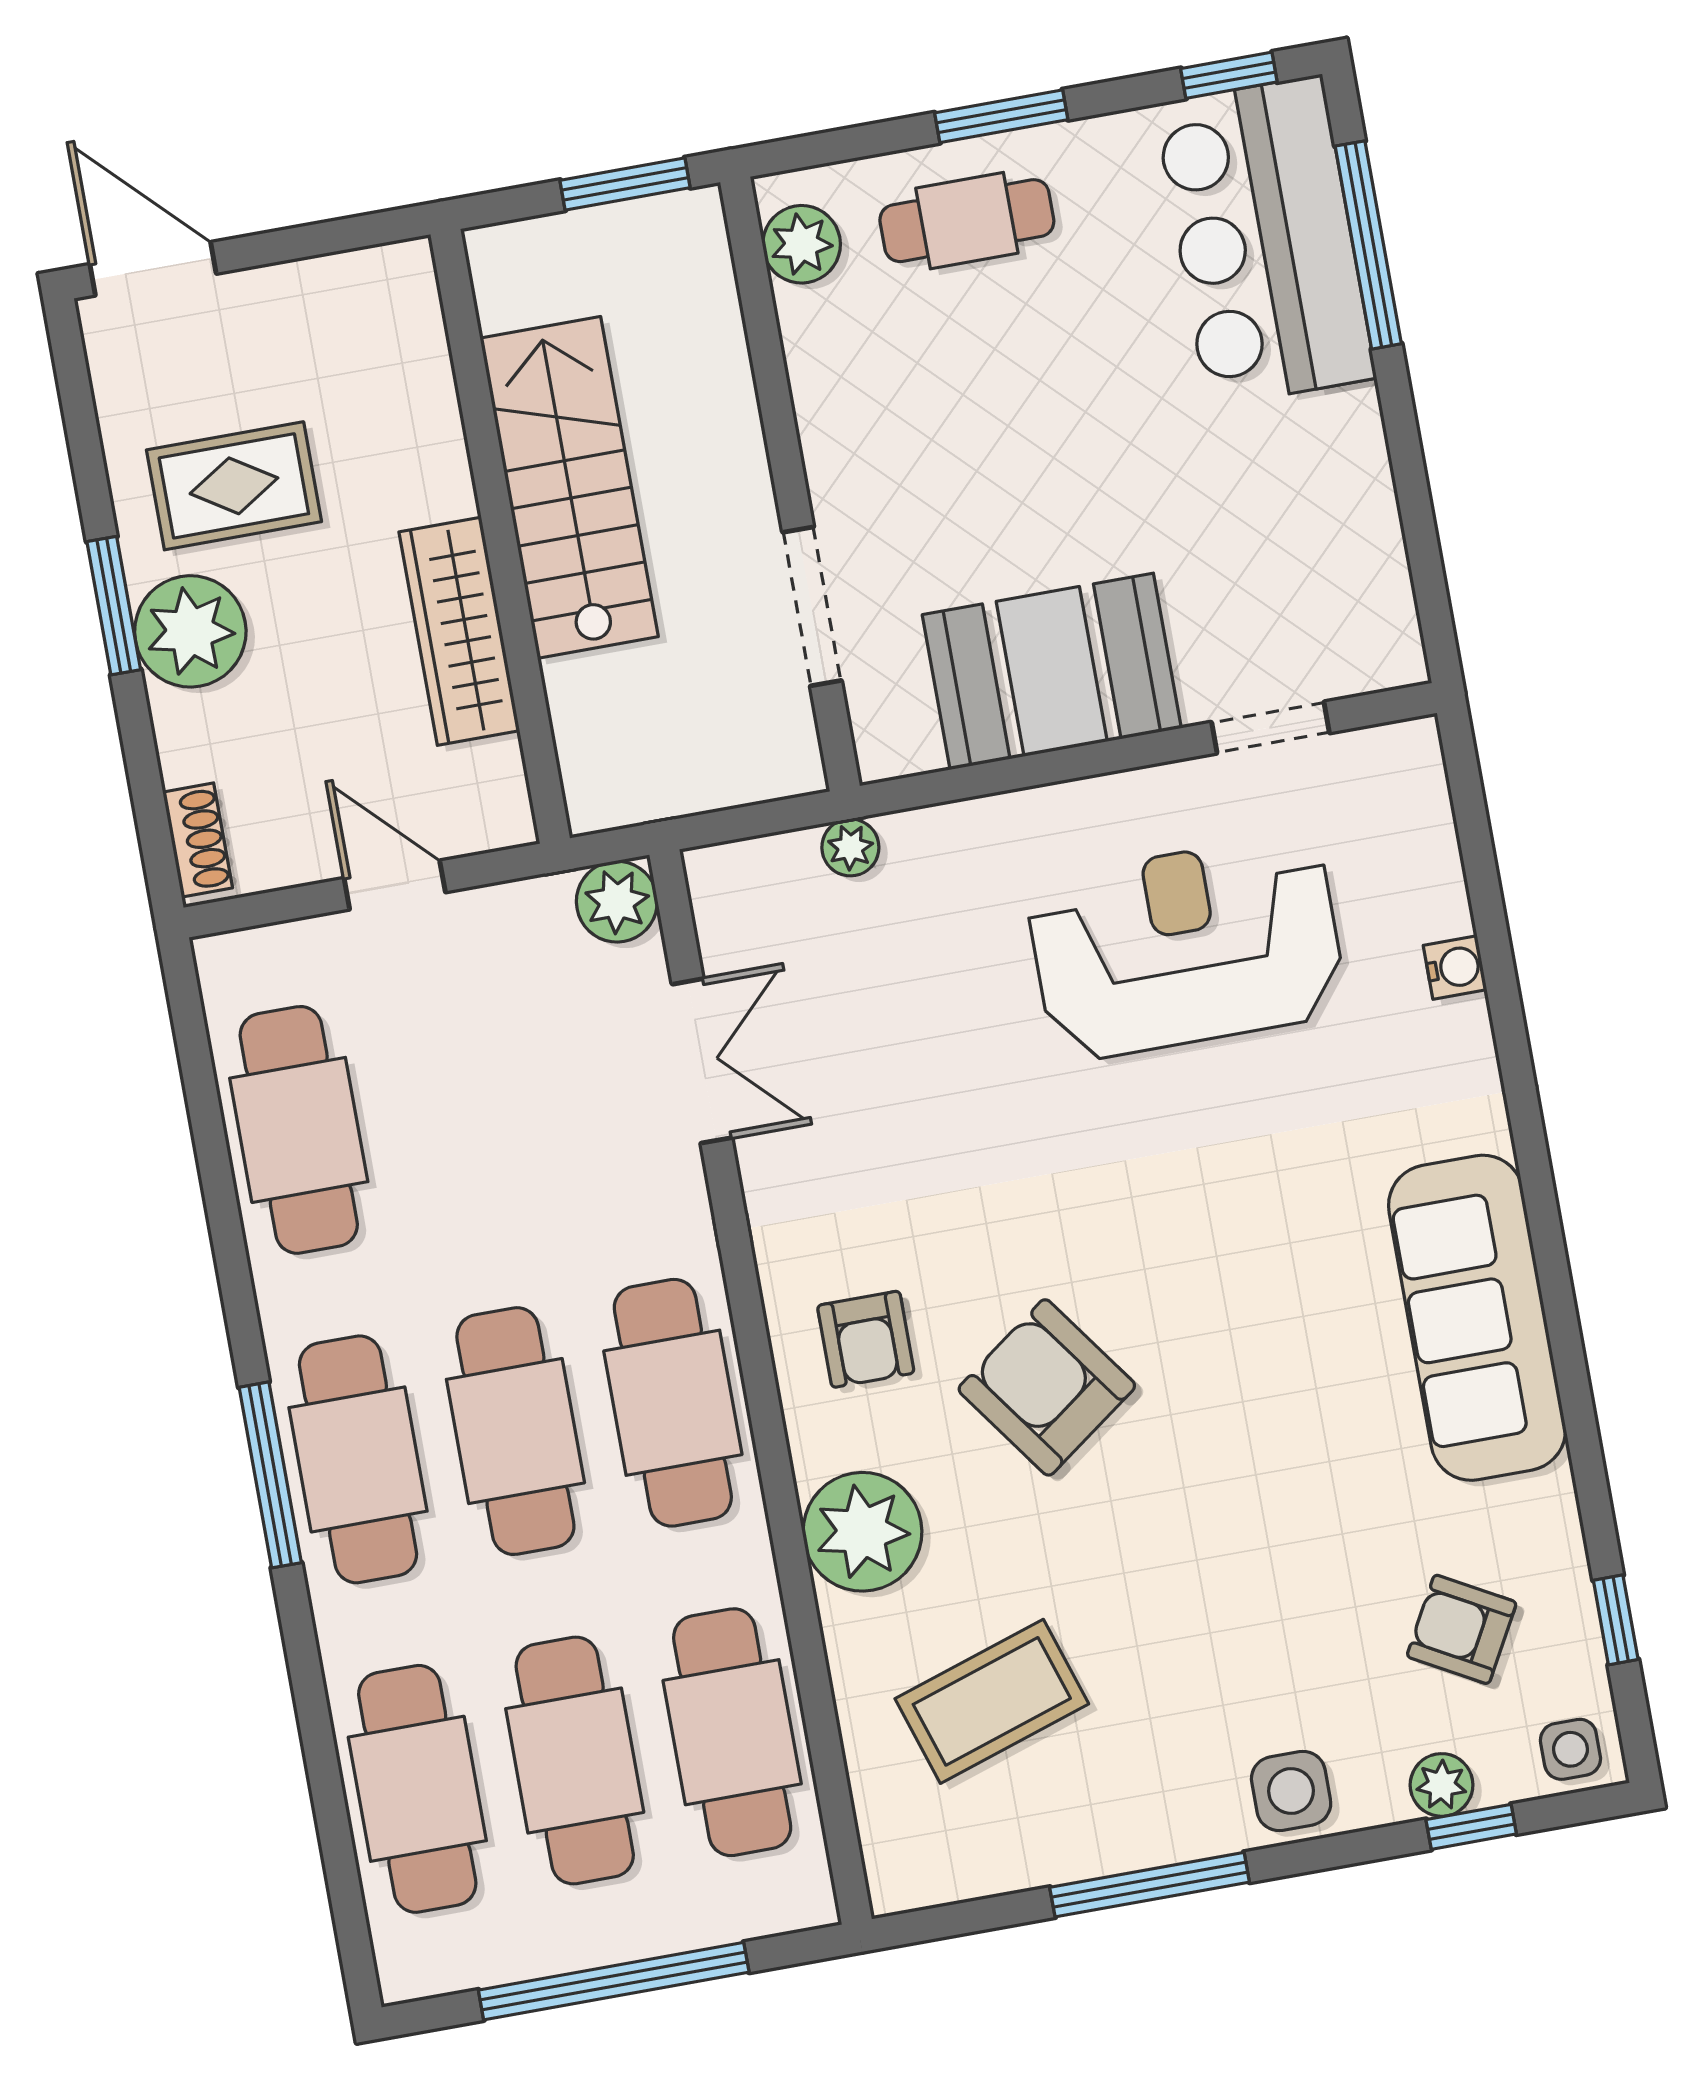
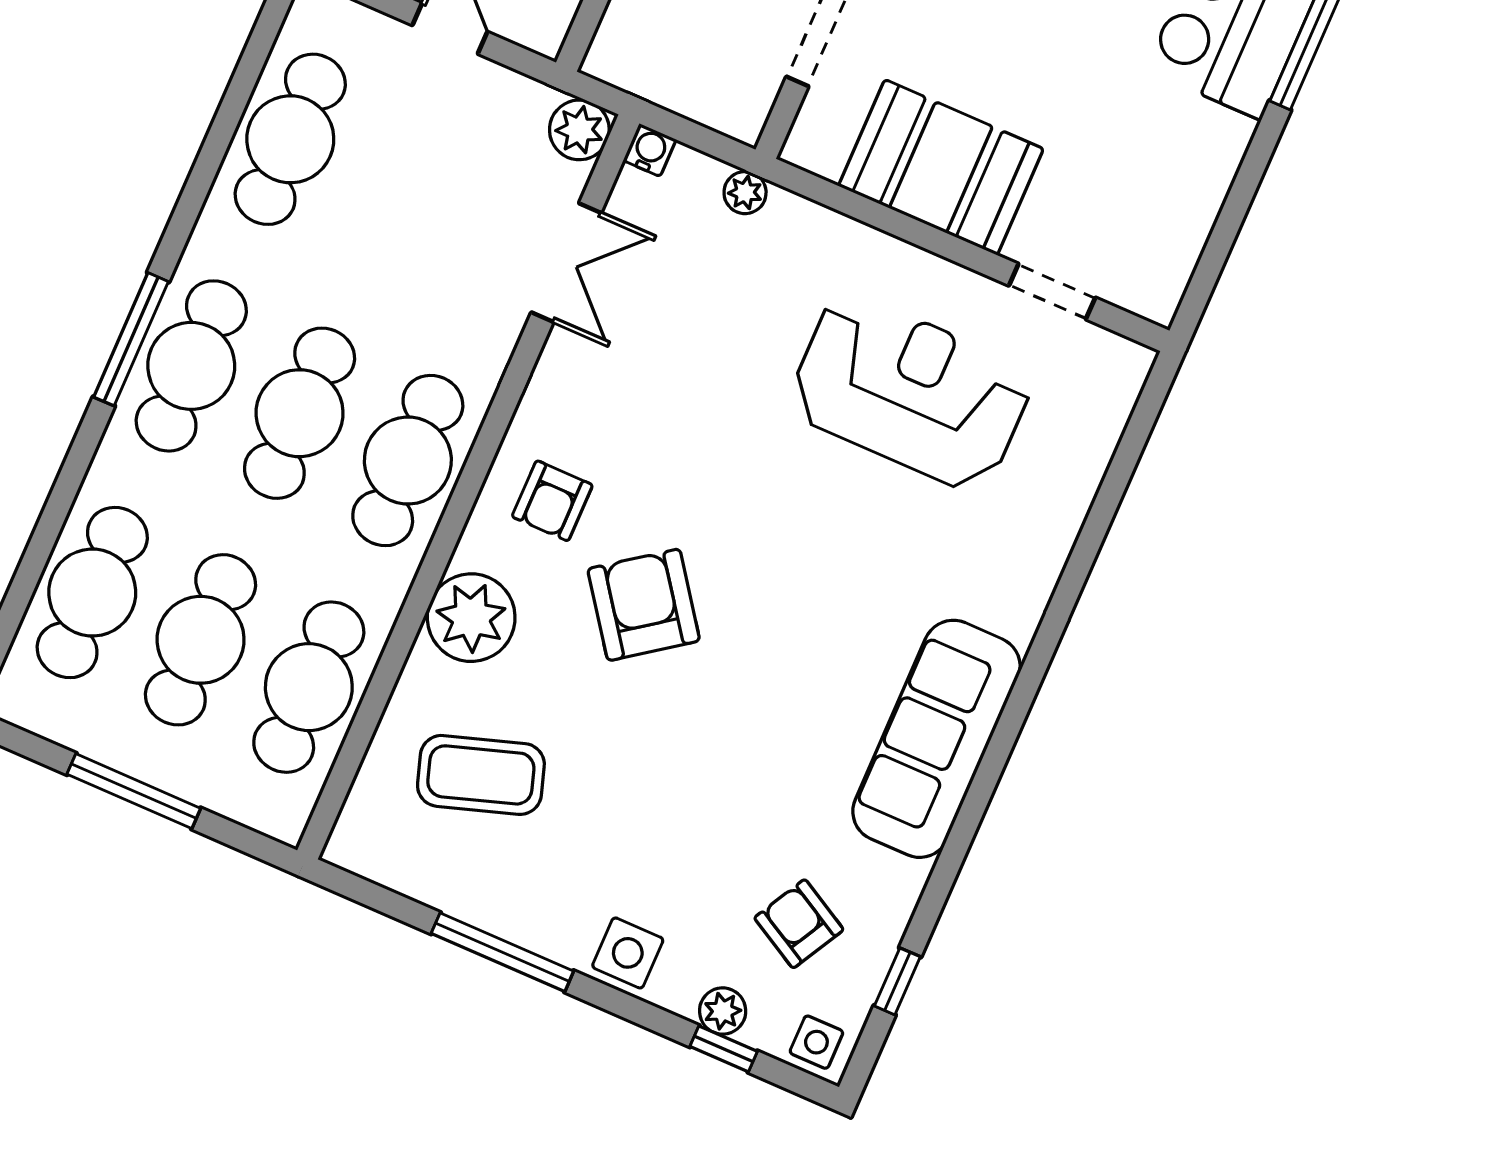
water cooler: (1455, 968) -> (650, 150), moved, turned -90
window: (614, 1981) -> (134, 791), width x0.68

